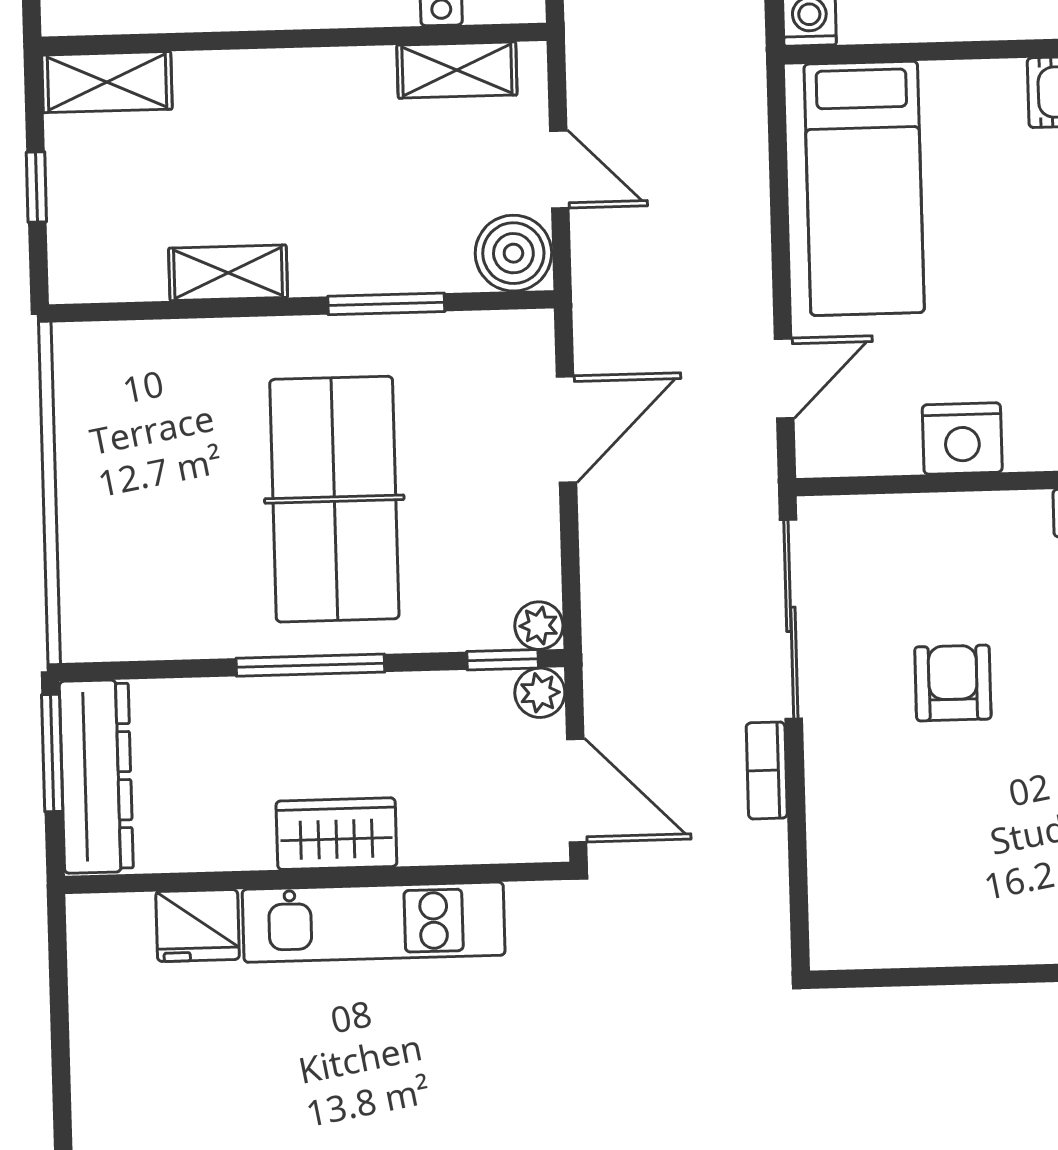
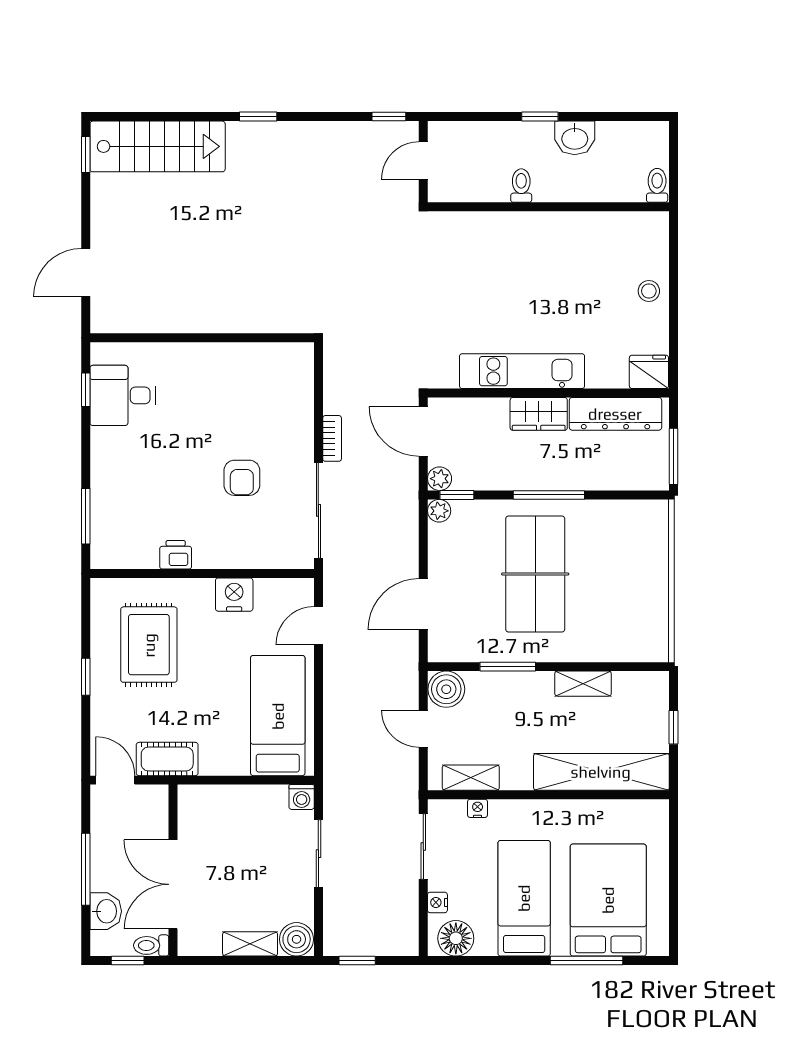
shelving: (107, 82) -> (601, 772), width x2.20, depth x1.33
dresser: (96, 776) -> (615, 414), moved, turned -90
fridge: (198, 926) -> (649, 372), moved
stool: (113, 1097) -> (649, 291), added

